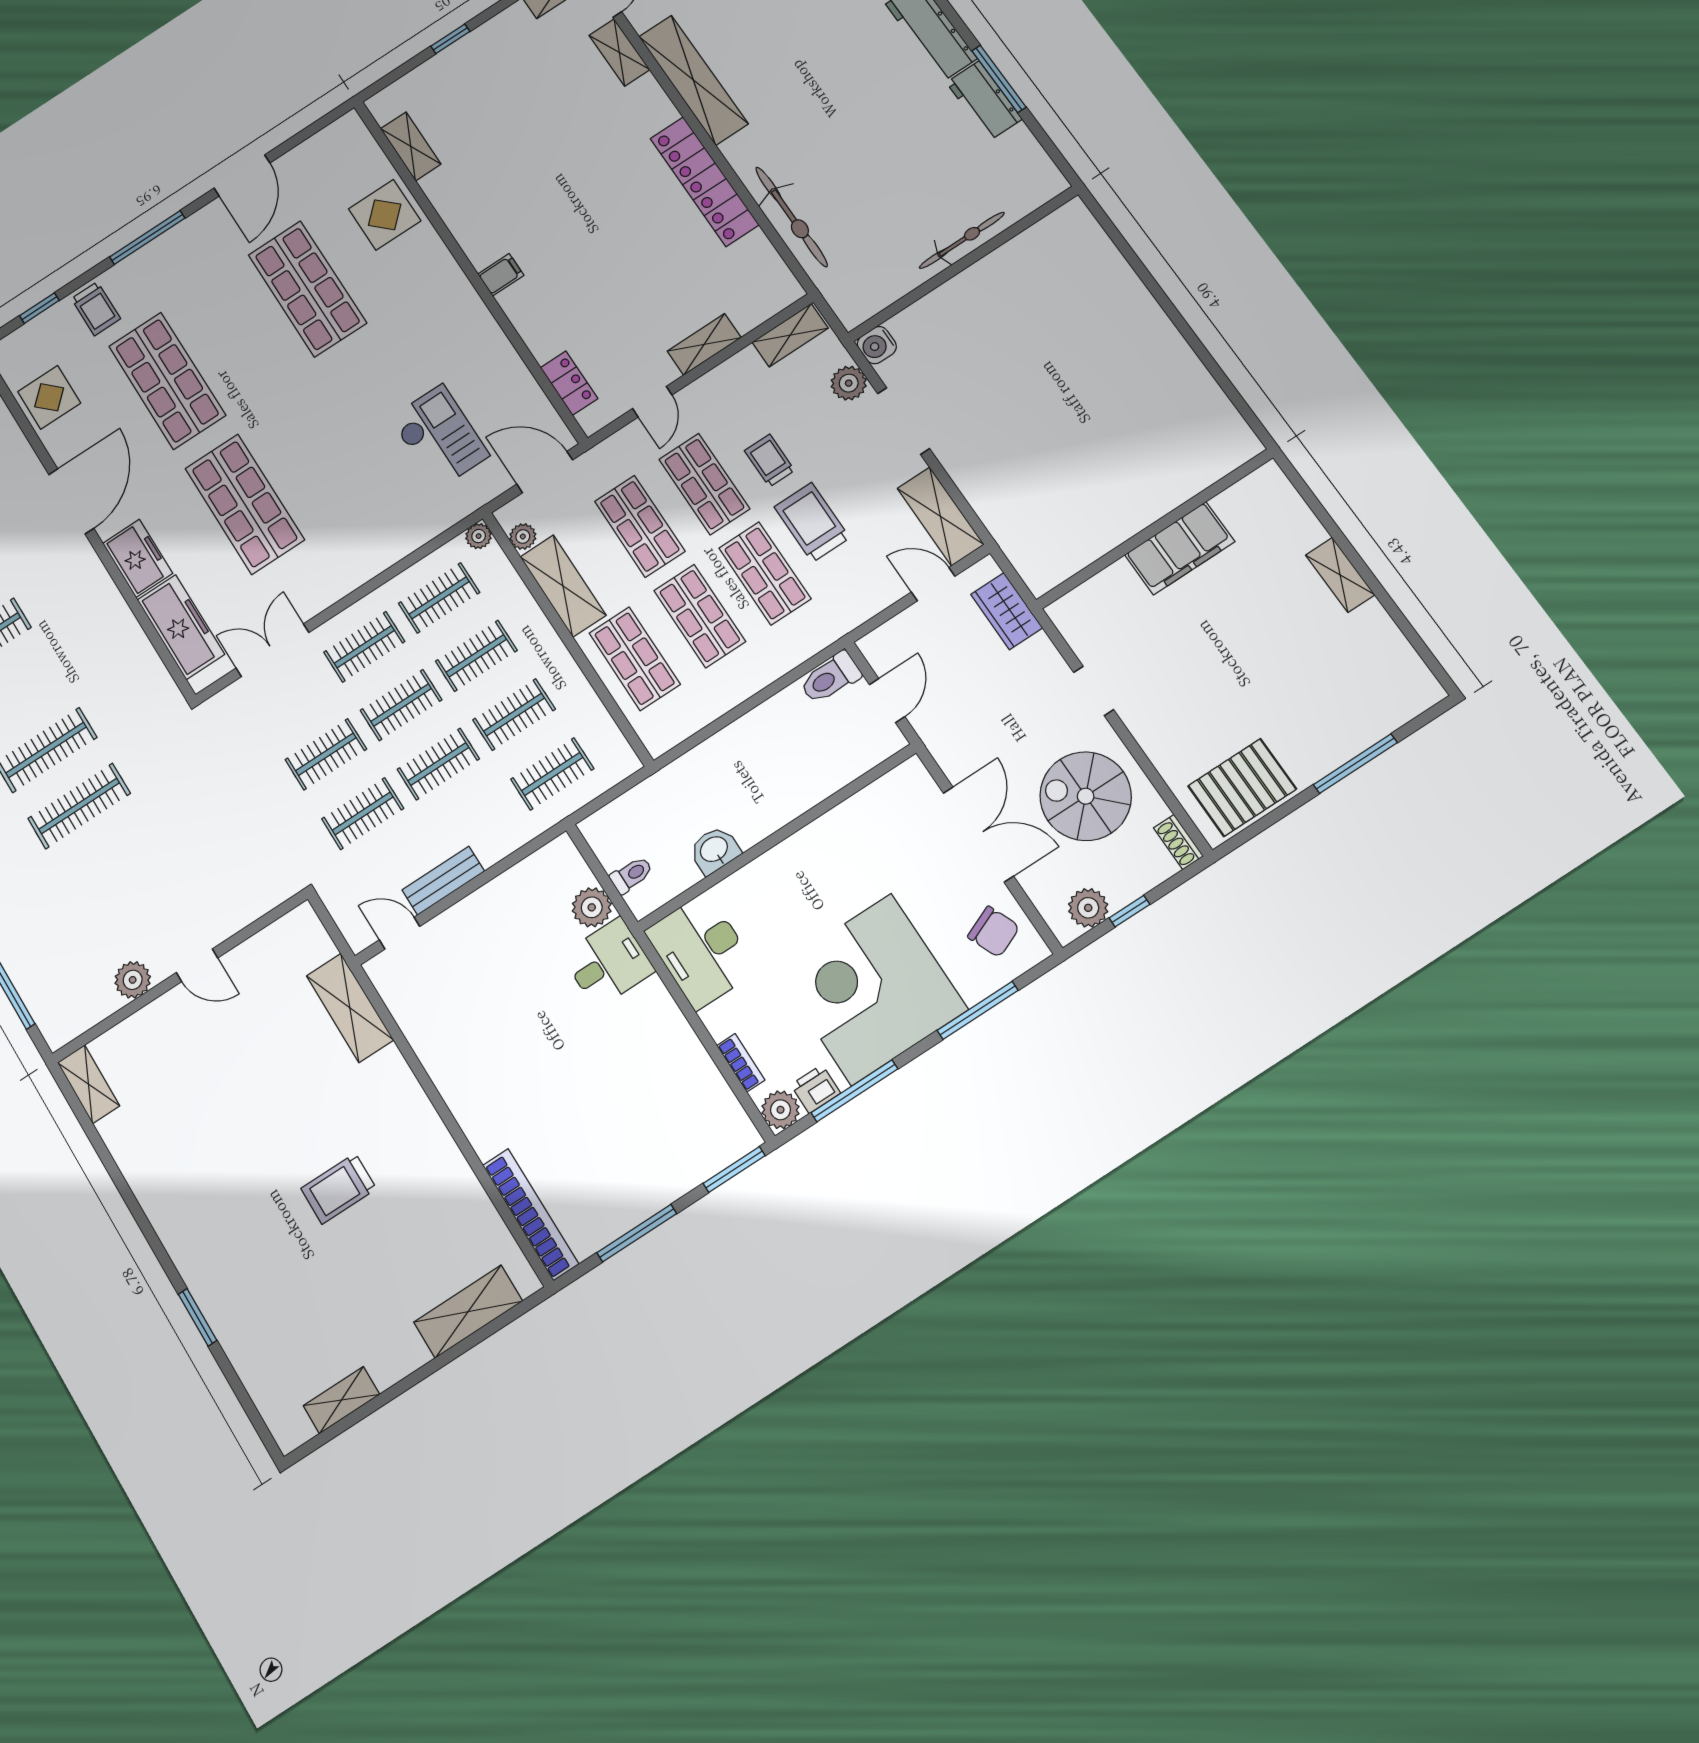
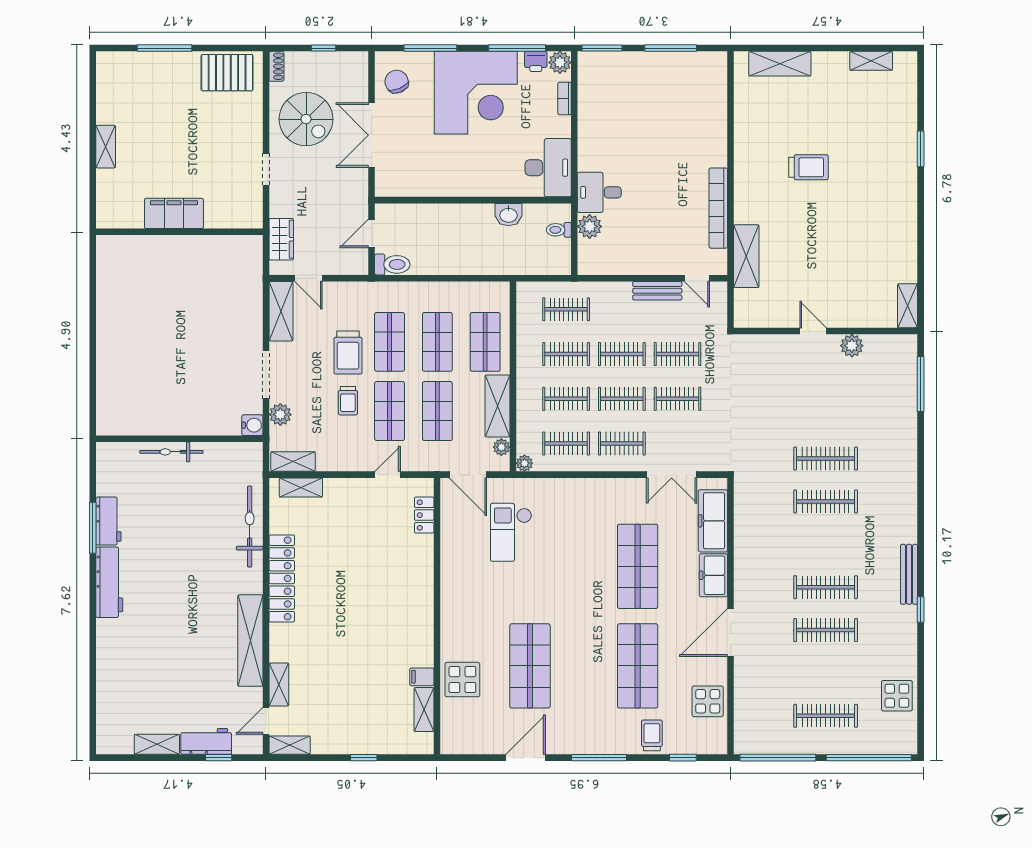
filing cabinet: (501, 275) -> (422, 677), moved
shelving: (704, 344) -> (301, 488), moved
plant: (1088, 908) -> (342, 63), removed
bookcase: (531, 1214) -> (718, 208), moved

